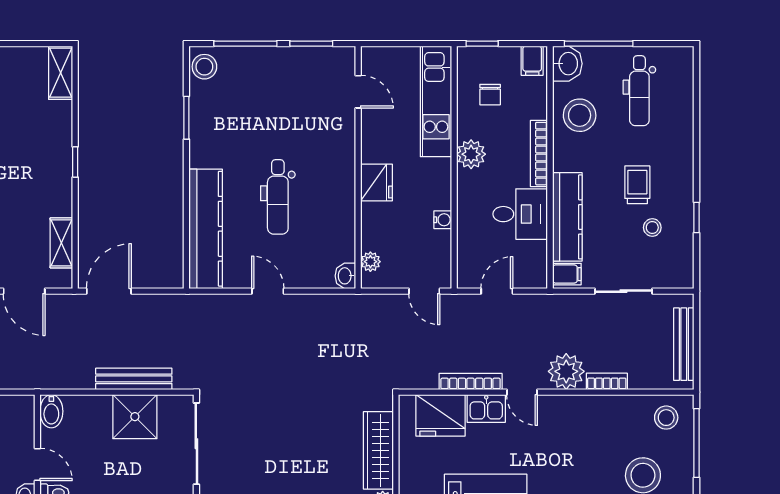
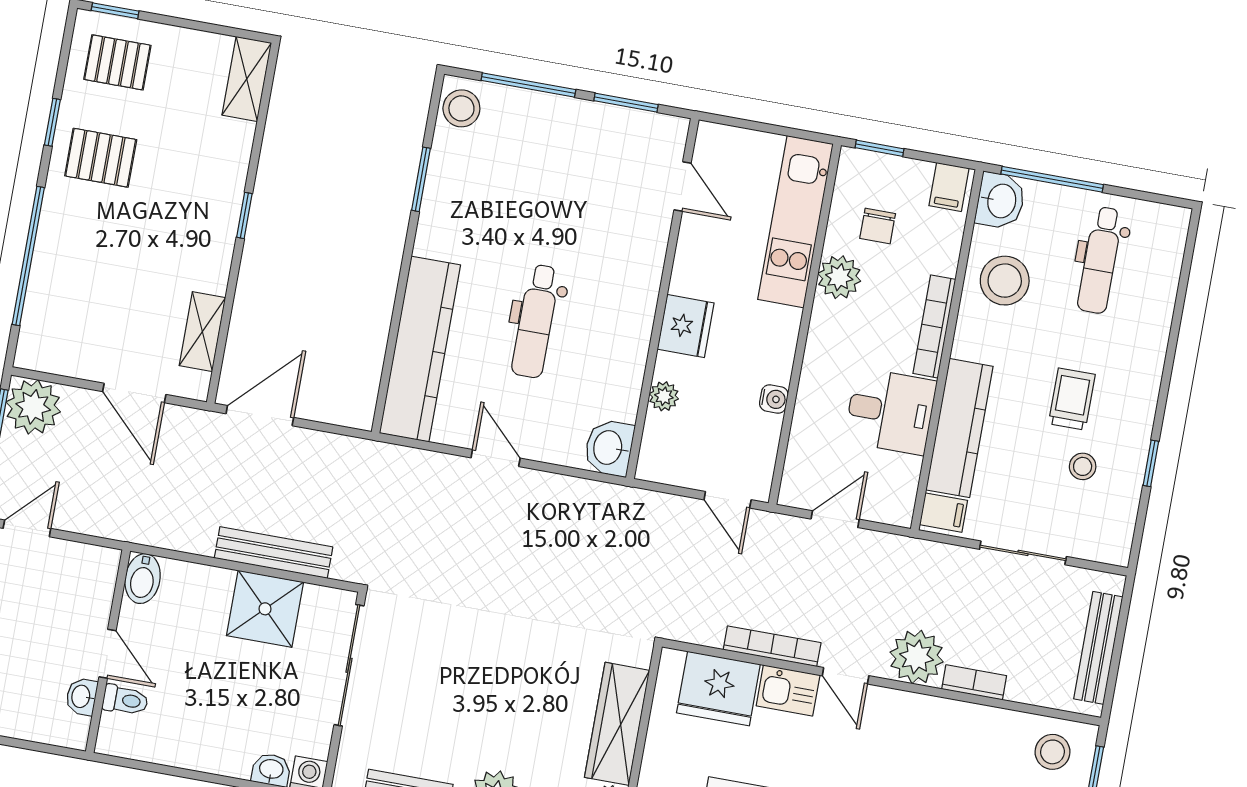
plant: (471, 154) -> (839, 277), moved
plant: (370, 262) -> (664, 396), moved
washbasin: (345, 276) -> (609, 448), width x1.38, depth x1.45

